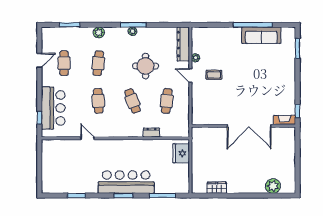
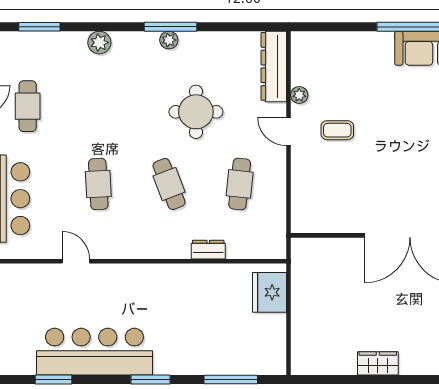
cafe table: (98, 63) -> (98, 106), removed
bar counter: (126, 182) -> (94, 352), moved
wardrobe: (217, 188) -> (378, 363), moved

